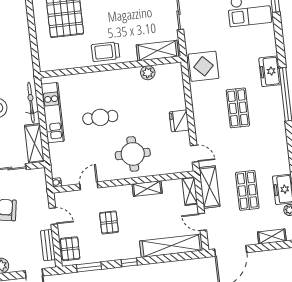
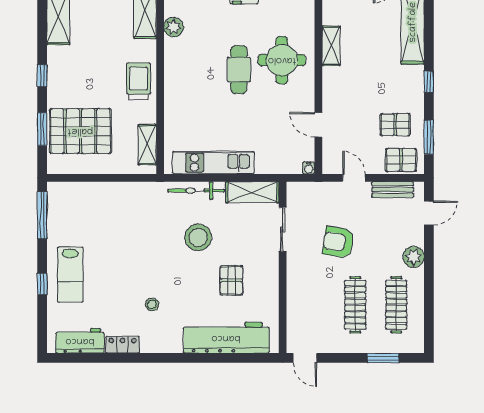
trolley: (106, 52) -> (139, 81), turned 180
shelving: (60, 63) -> (147, 145), added
cafe table: (100, 117) -> (239, 70), moved
door: (53, 216) -> (354, 178), hinge flipped
pallet: (109, 222) -> (395, 125), moved

